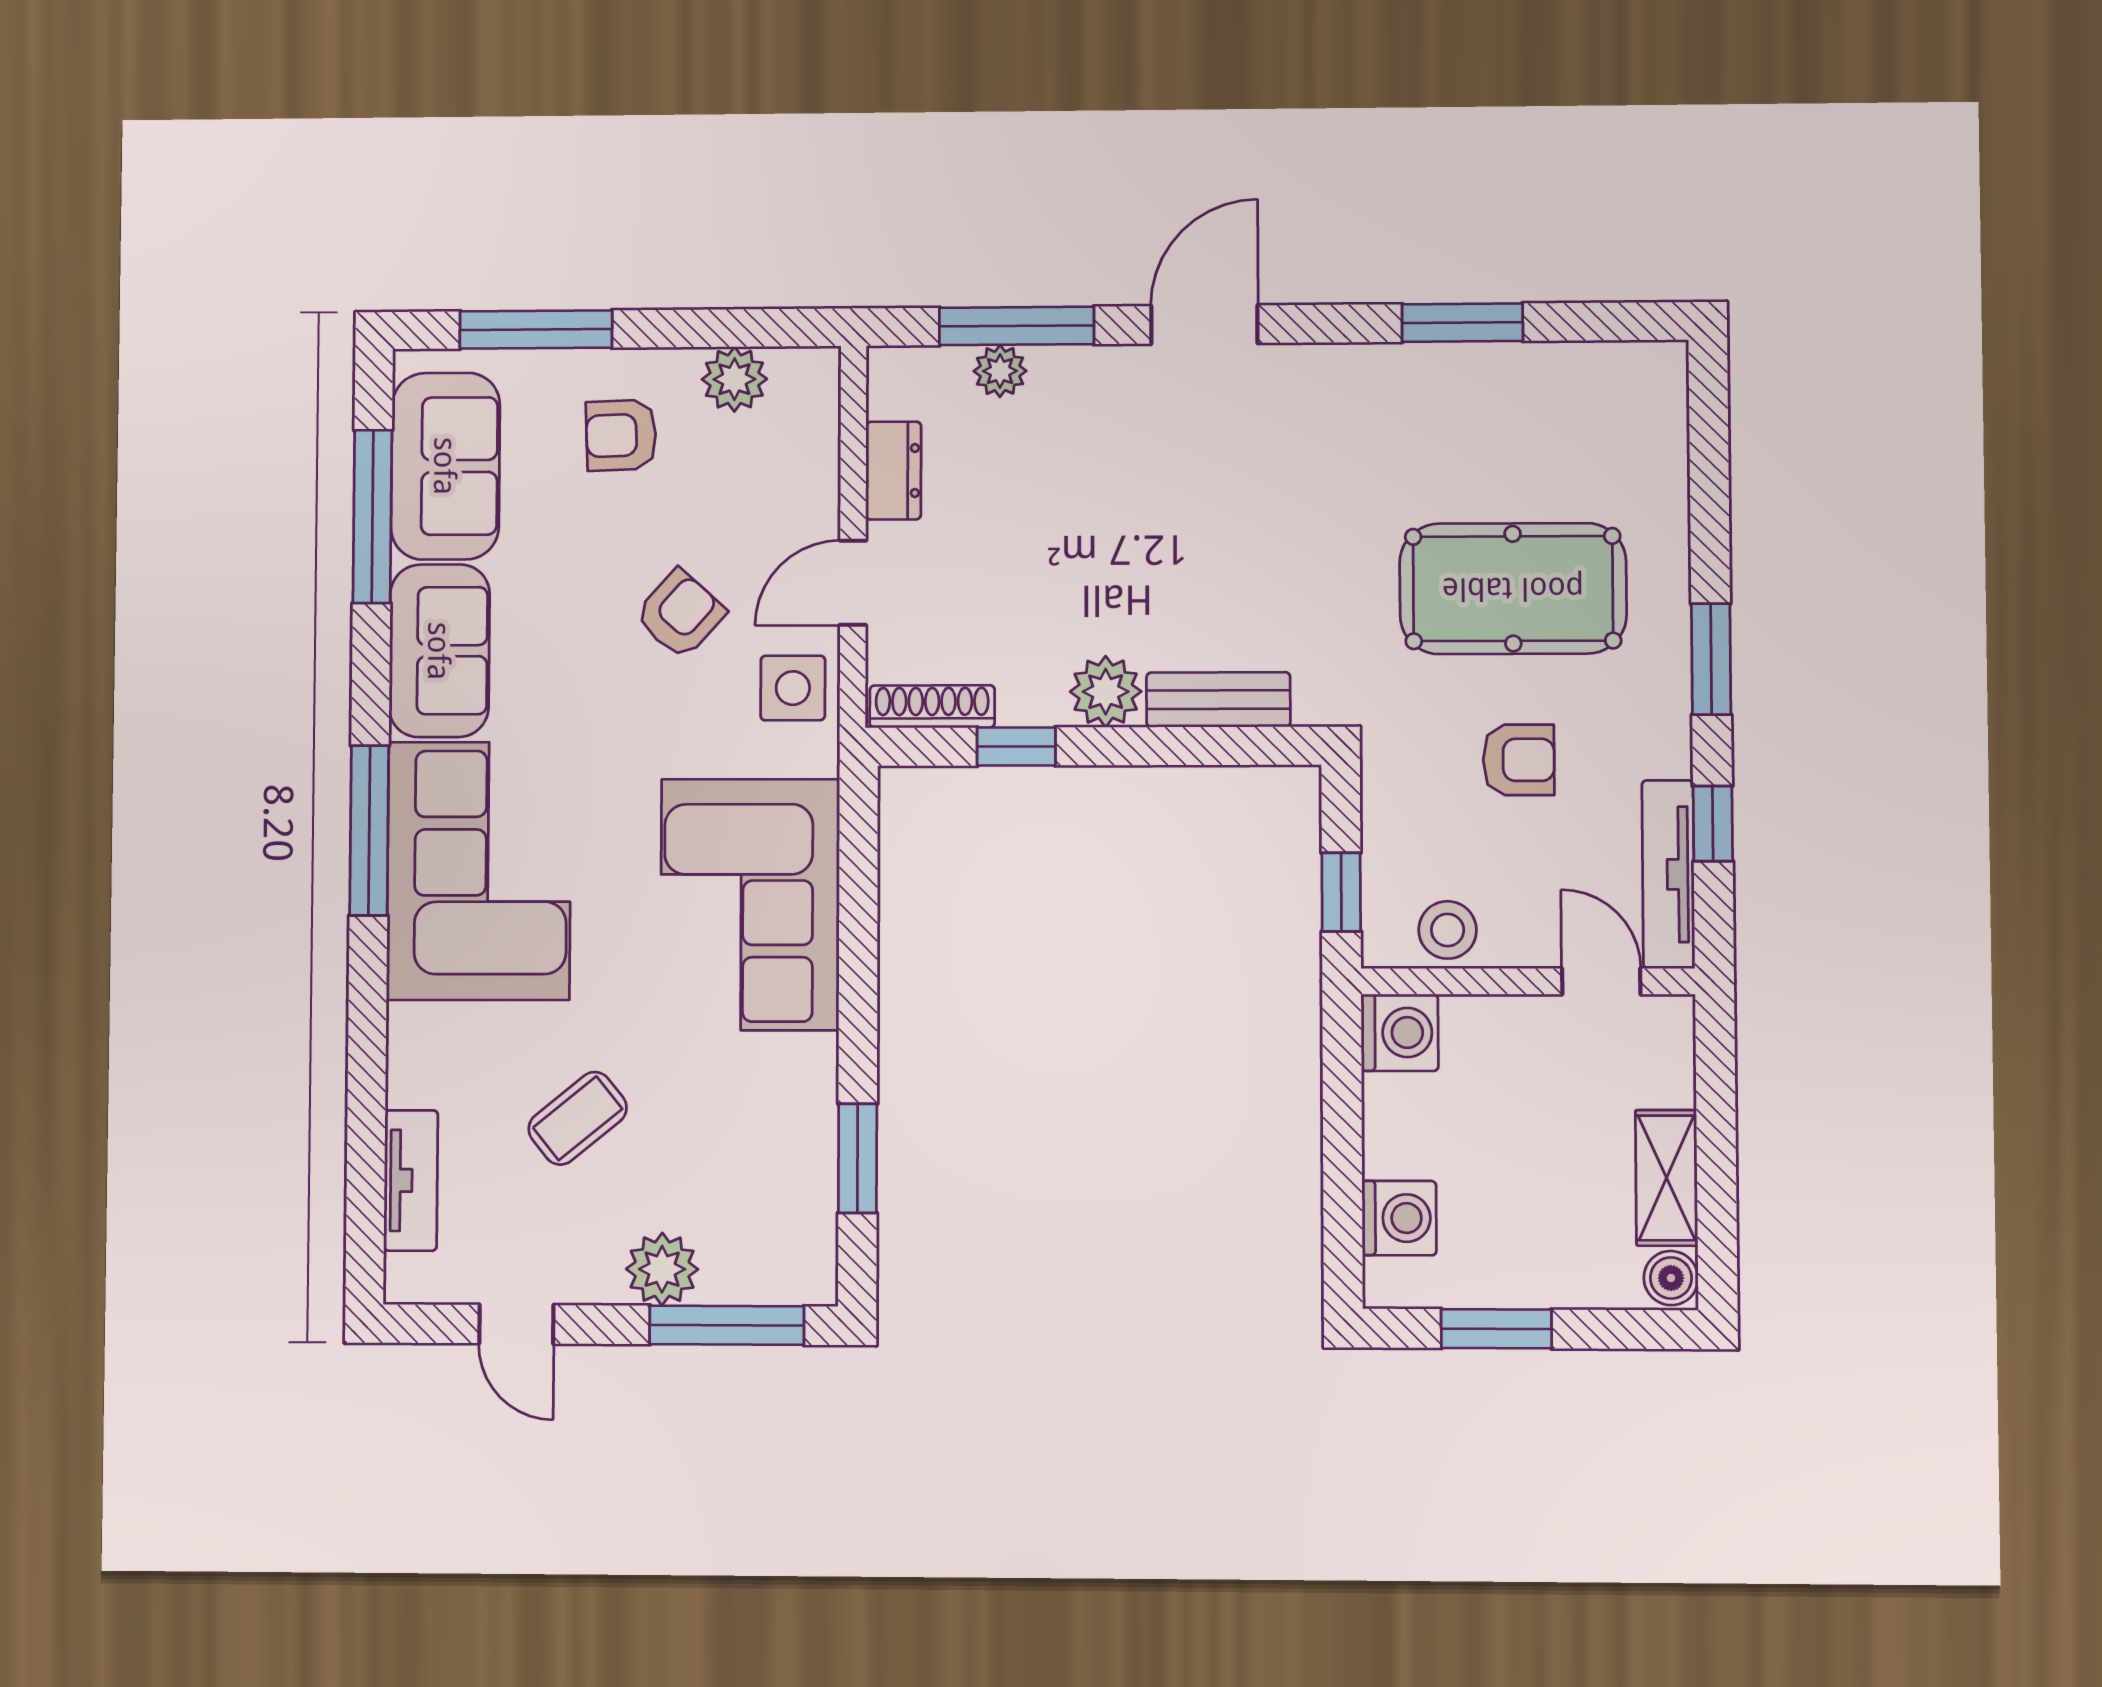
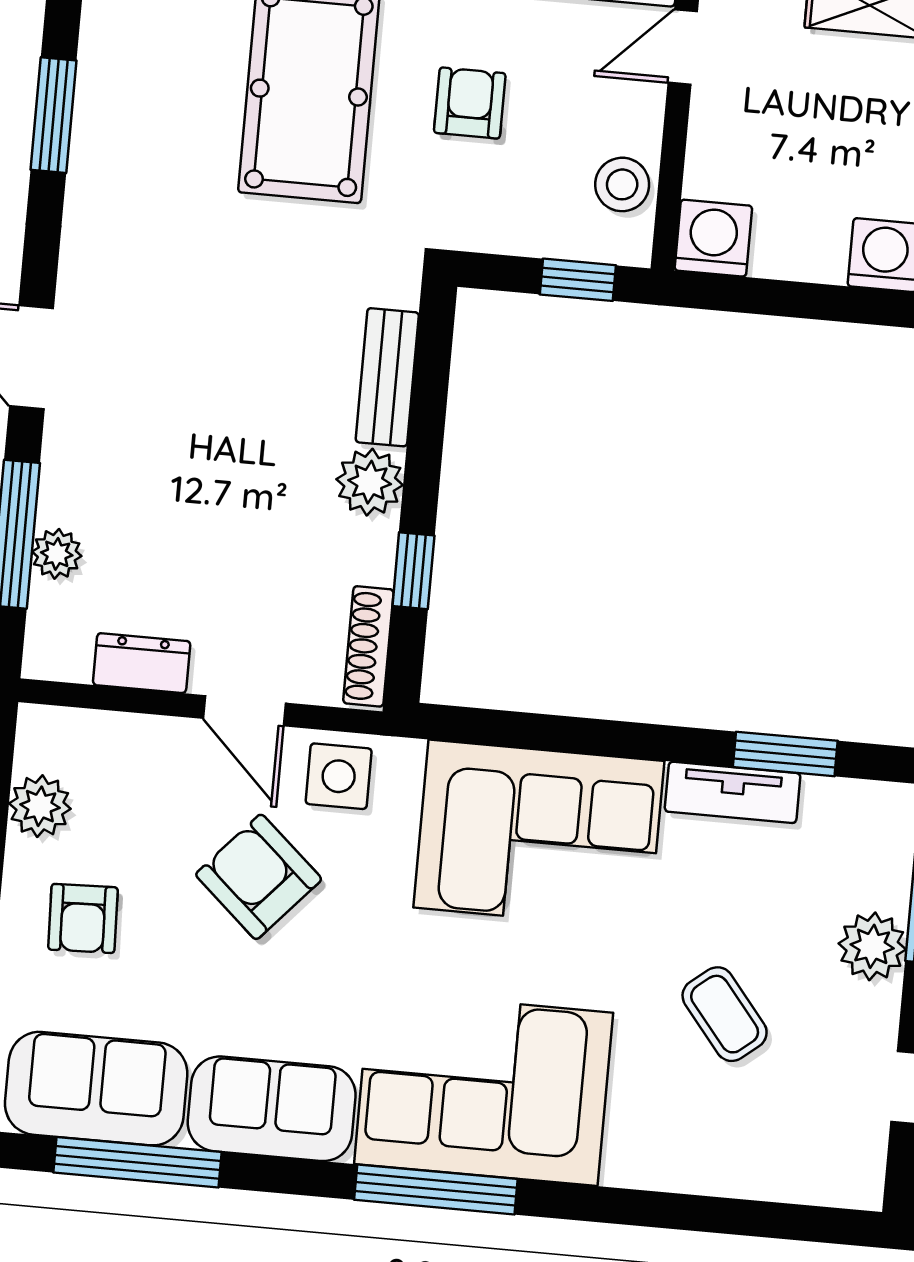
armchair: (680, 614) -> (259, 877), width x1.38, depth x1.38
tv unit: (411, 1180) -> (733, 792), moved, turned 180

